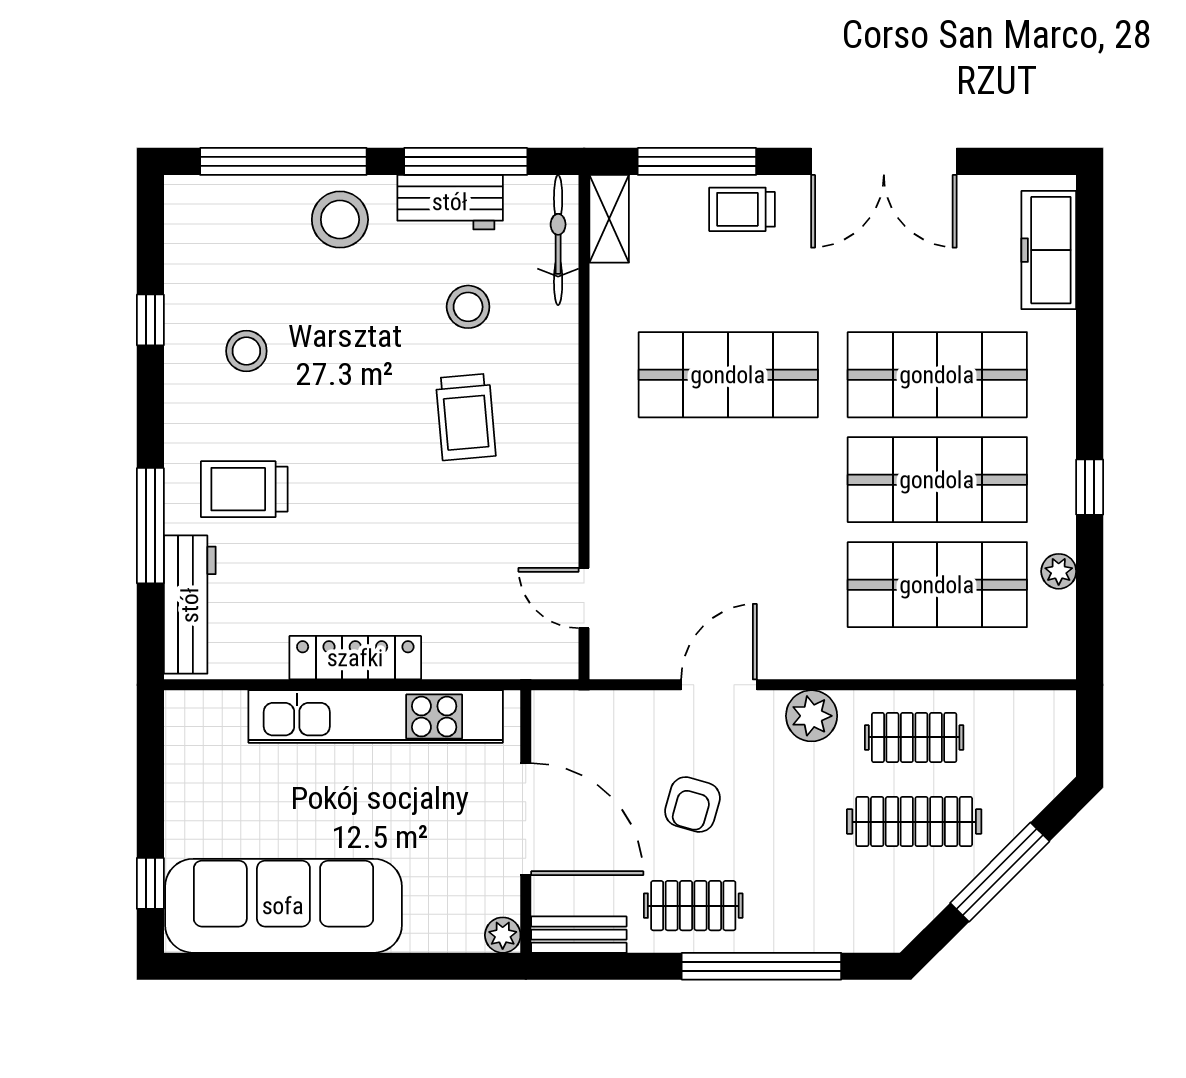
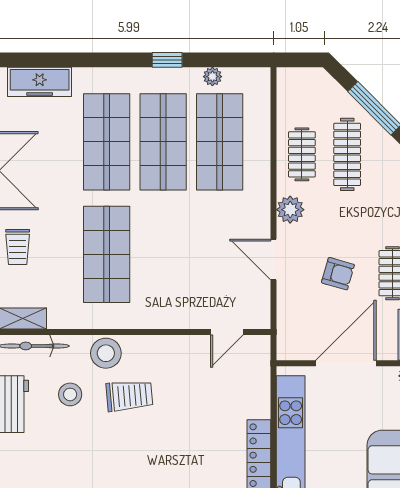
stool: (340, 220) -> (106, 353), moved

